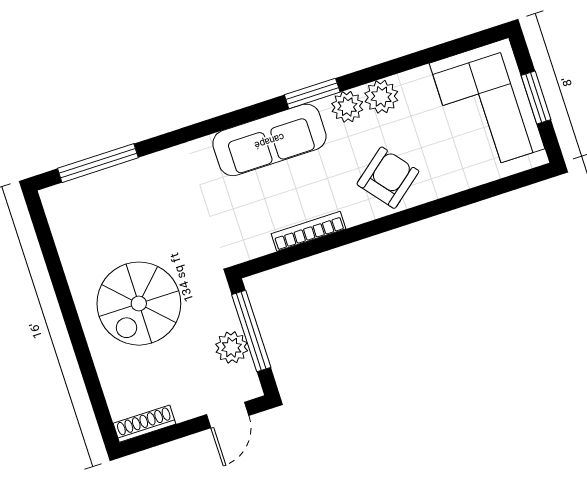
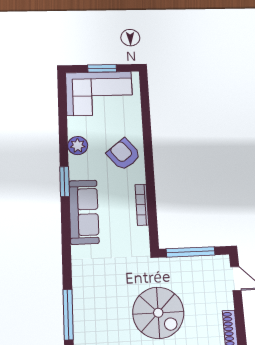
plant: (347, 107) -> (78, 165), removed
plant: (232, 347) -> (197, 266), removed

